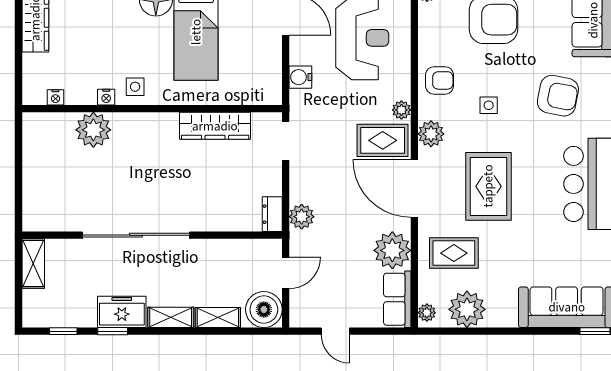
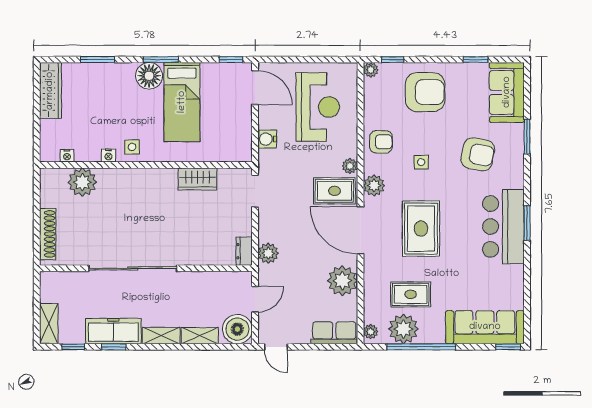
wardrobe: (215, 126) -> (197, 179), width x0.67
plant: (93, 130) -> (82, 182), moved
shoe rack: (32, 193) -> (48, 234), added
rug: (454, 253) -> (411, 294), moved
shelving: (33, 264) -> (49, 324), moved
row of seats: (397, 299) -> (334, 333), moved, turned 90
freezer: (122, 312) -> (113, 331), width x1.40
door: (335, 331) -> (276, 347), moved
window: (489, 331) -> (421, 347), added

